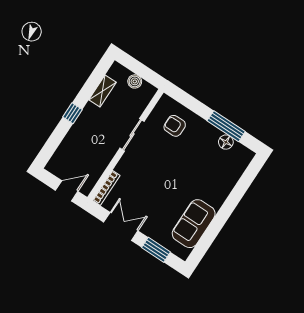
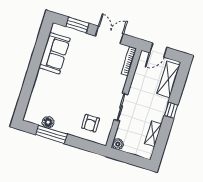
boiler: (135, 81) -> (118, 144), moved
armchair: (175, 126) -> (91, 123), turned 90
shelving: (65, 152) -> (168, 79), added
double door: (121, 227) -> (109, 35), swing flipped

